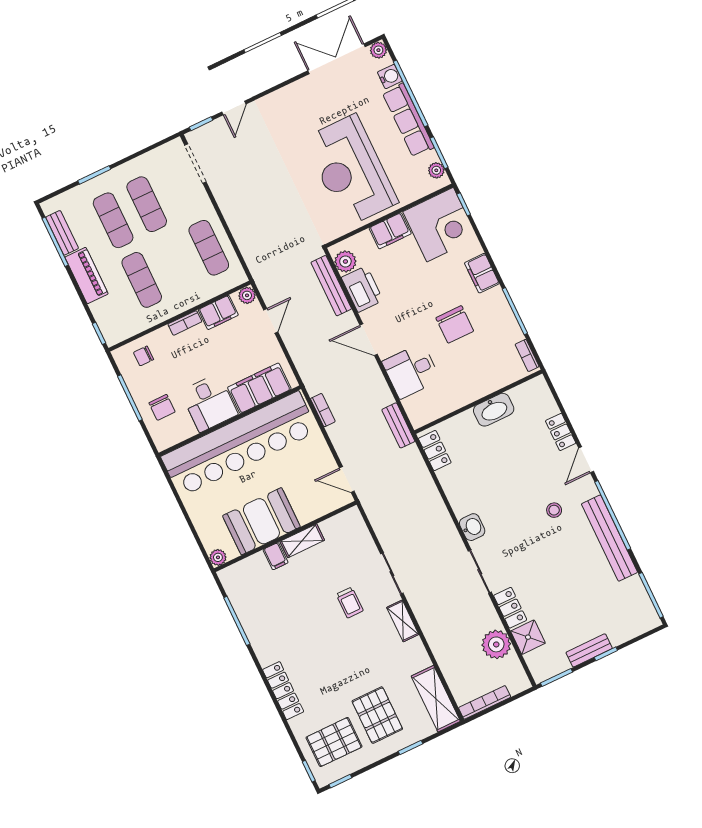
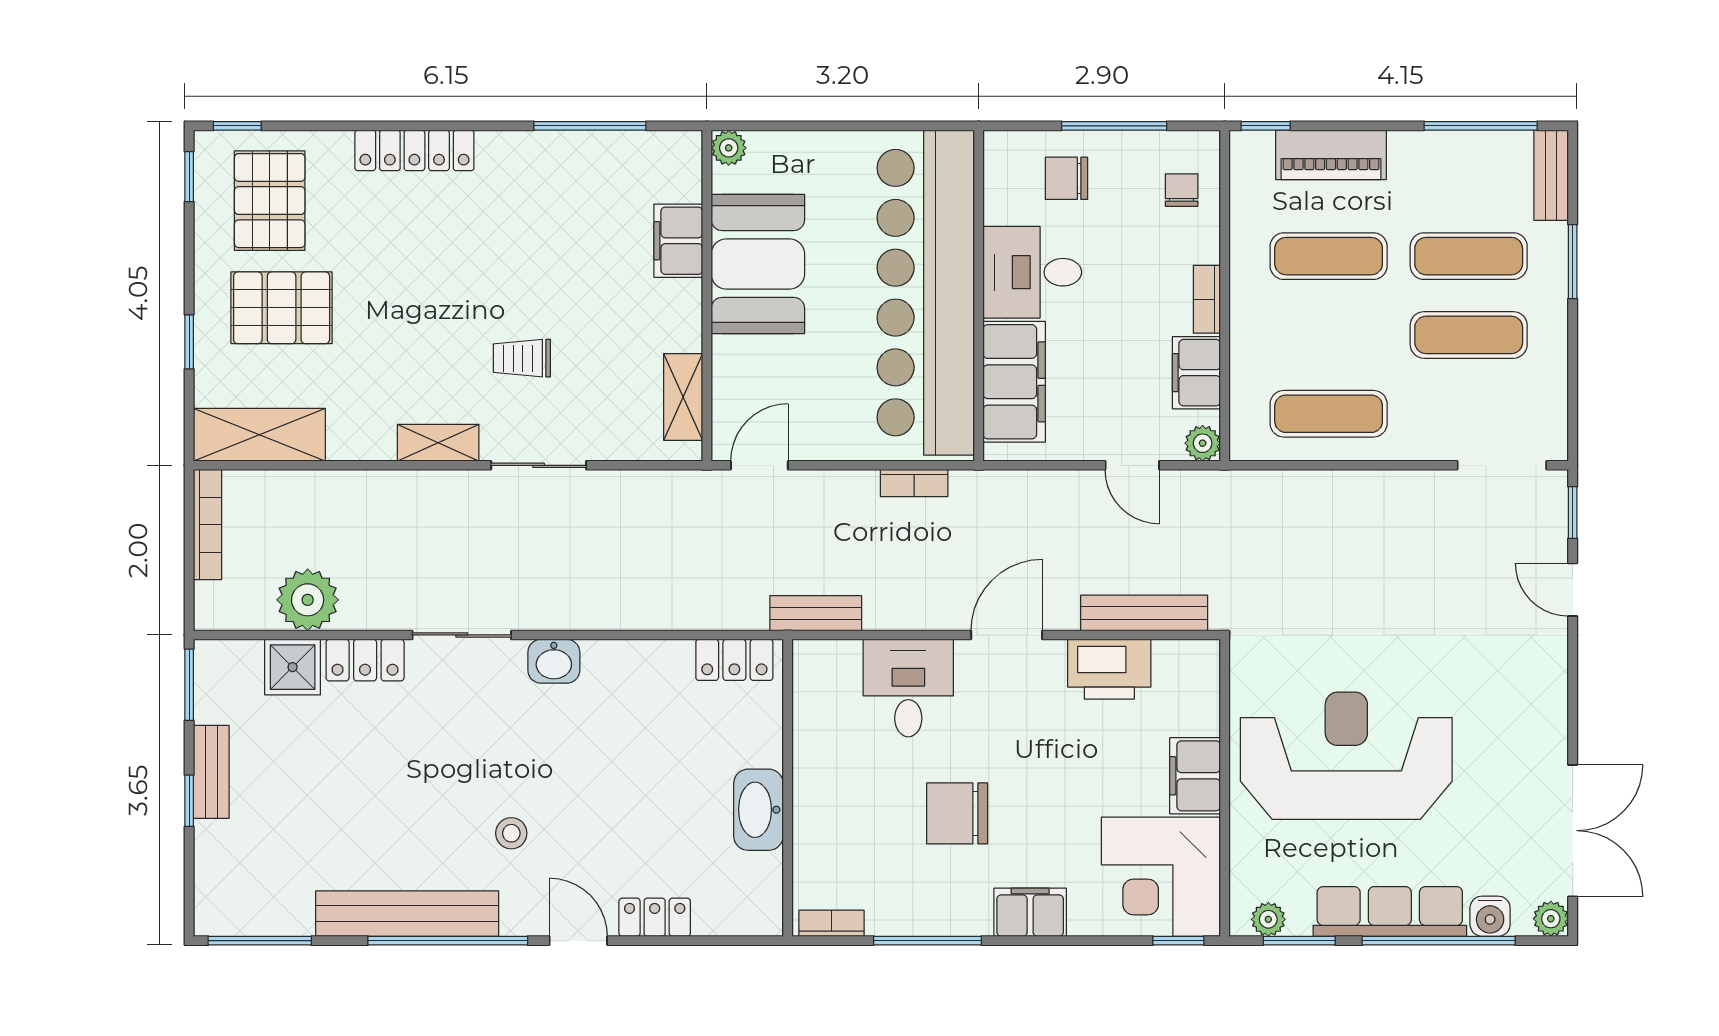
bench: (62, 233) -> (1551, 175), moved, turned 90
plant: (345, 261) -> (1177, 662), removed
piano: (87, 276) -> (1331, 155), moved
shelving: (302, 541) -> (683, 397), moved
filing cabinet: (276, 556) -> (678, 241), width x2.00

